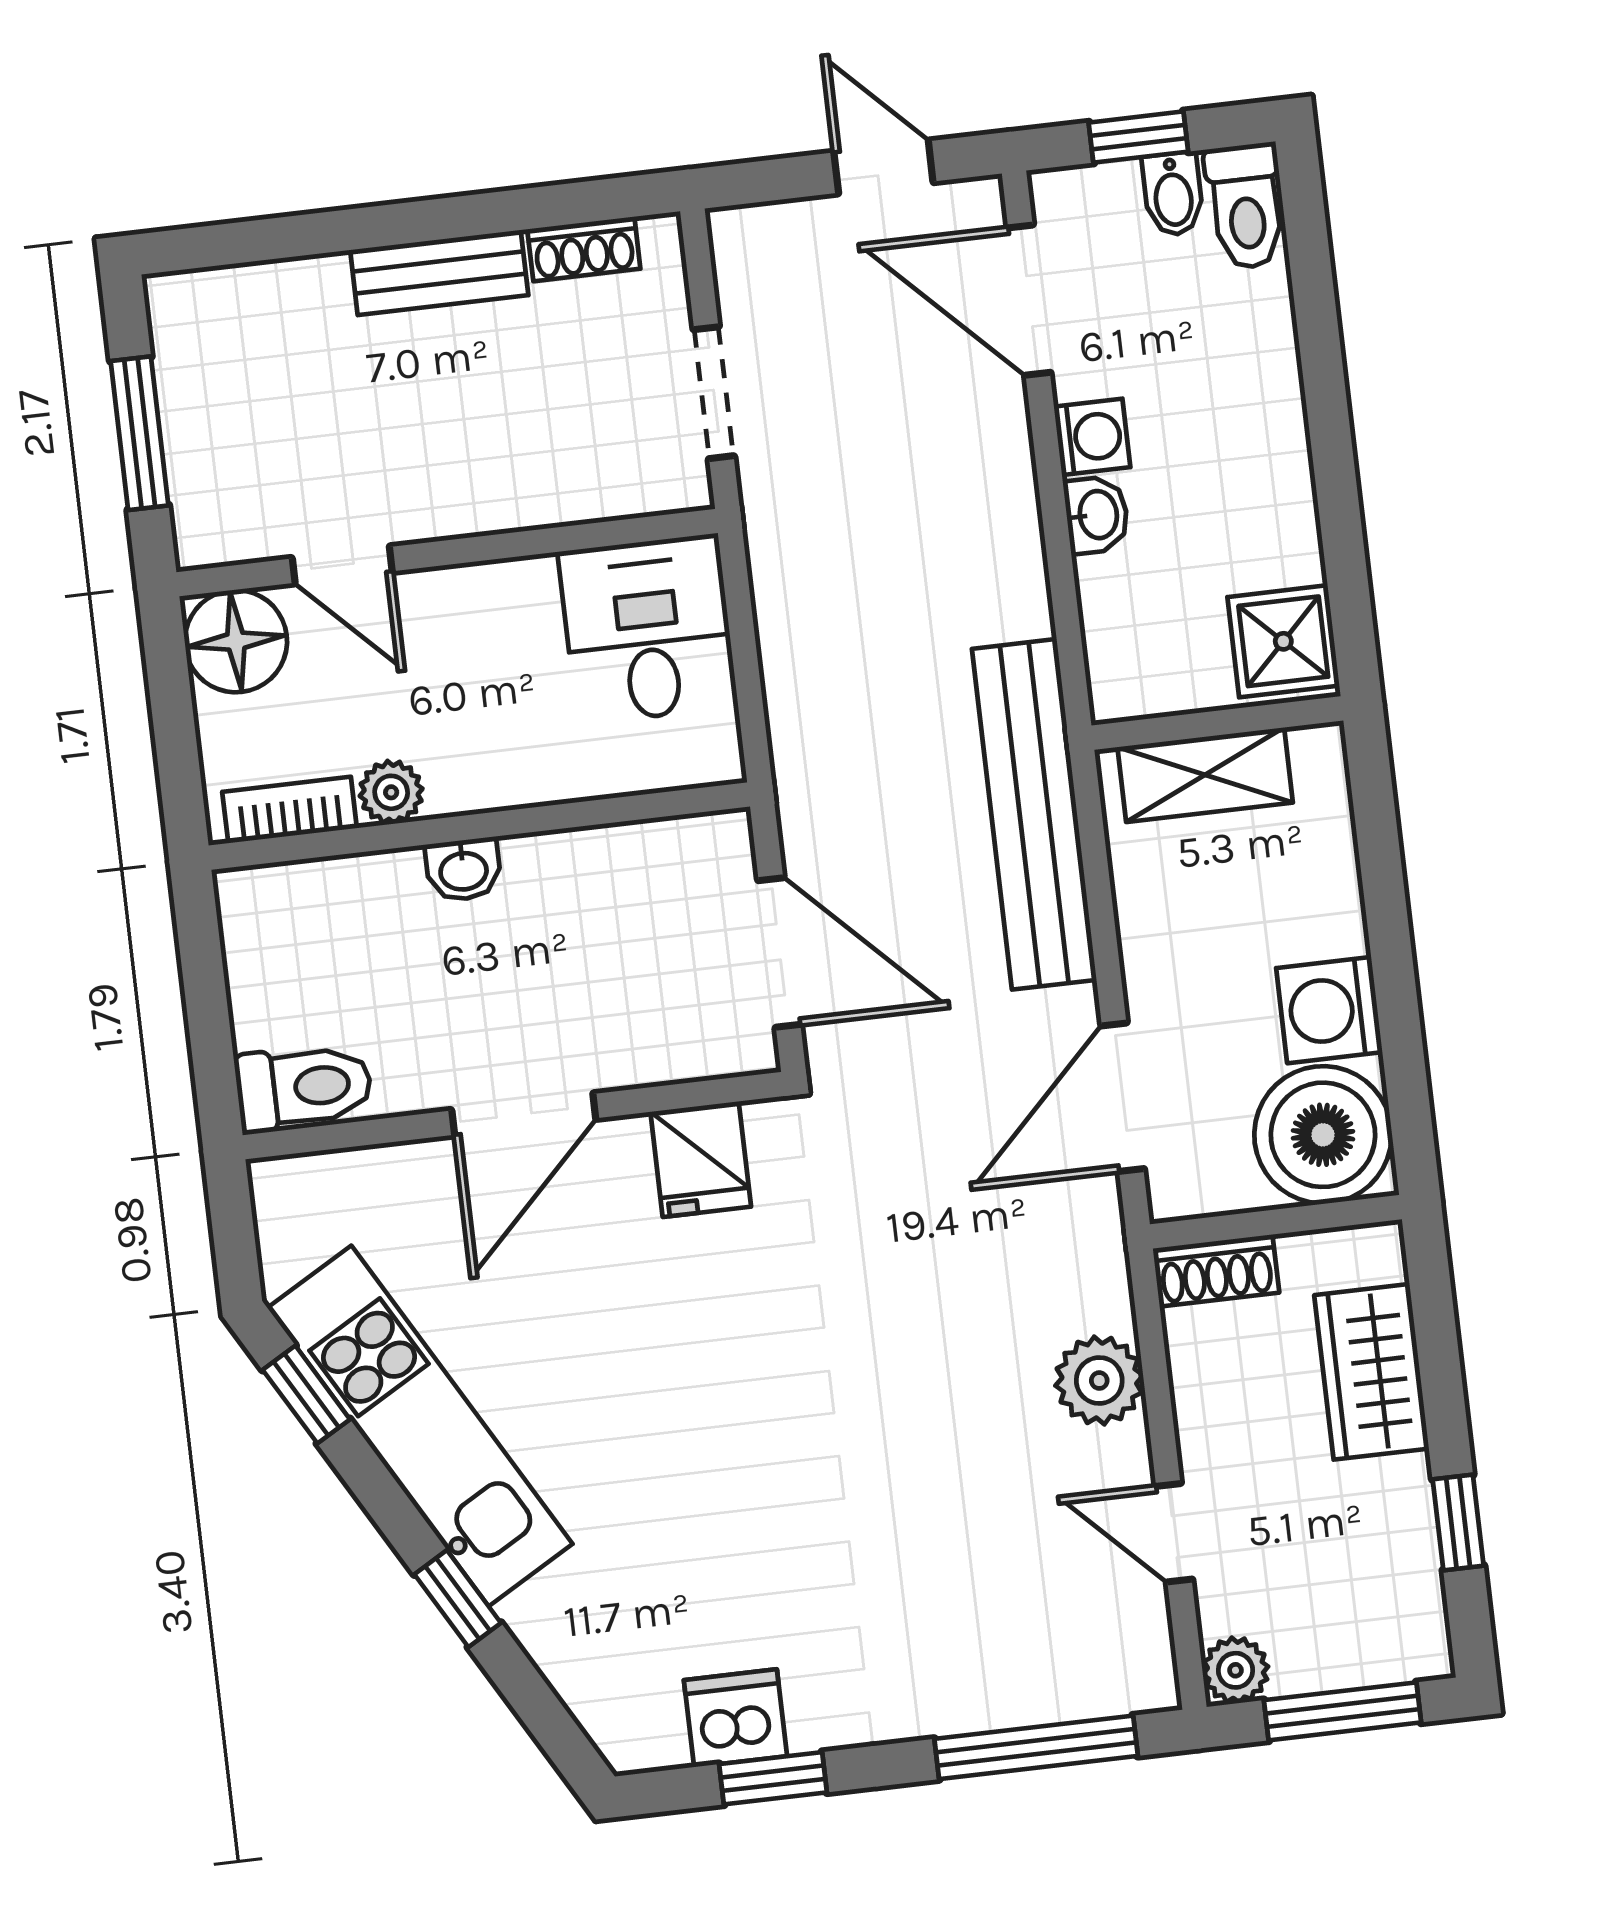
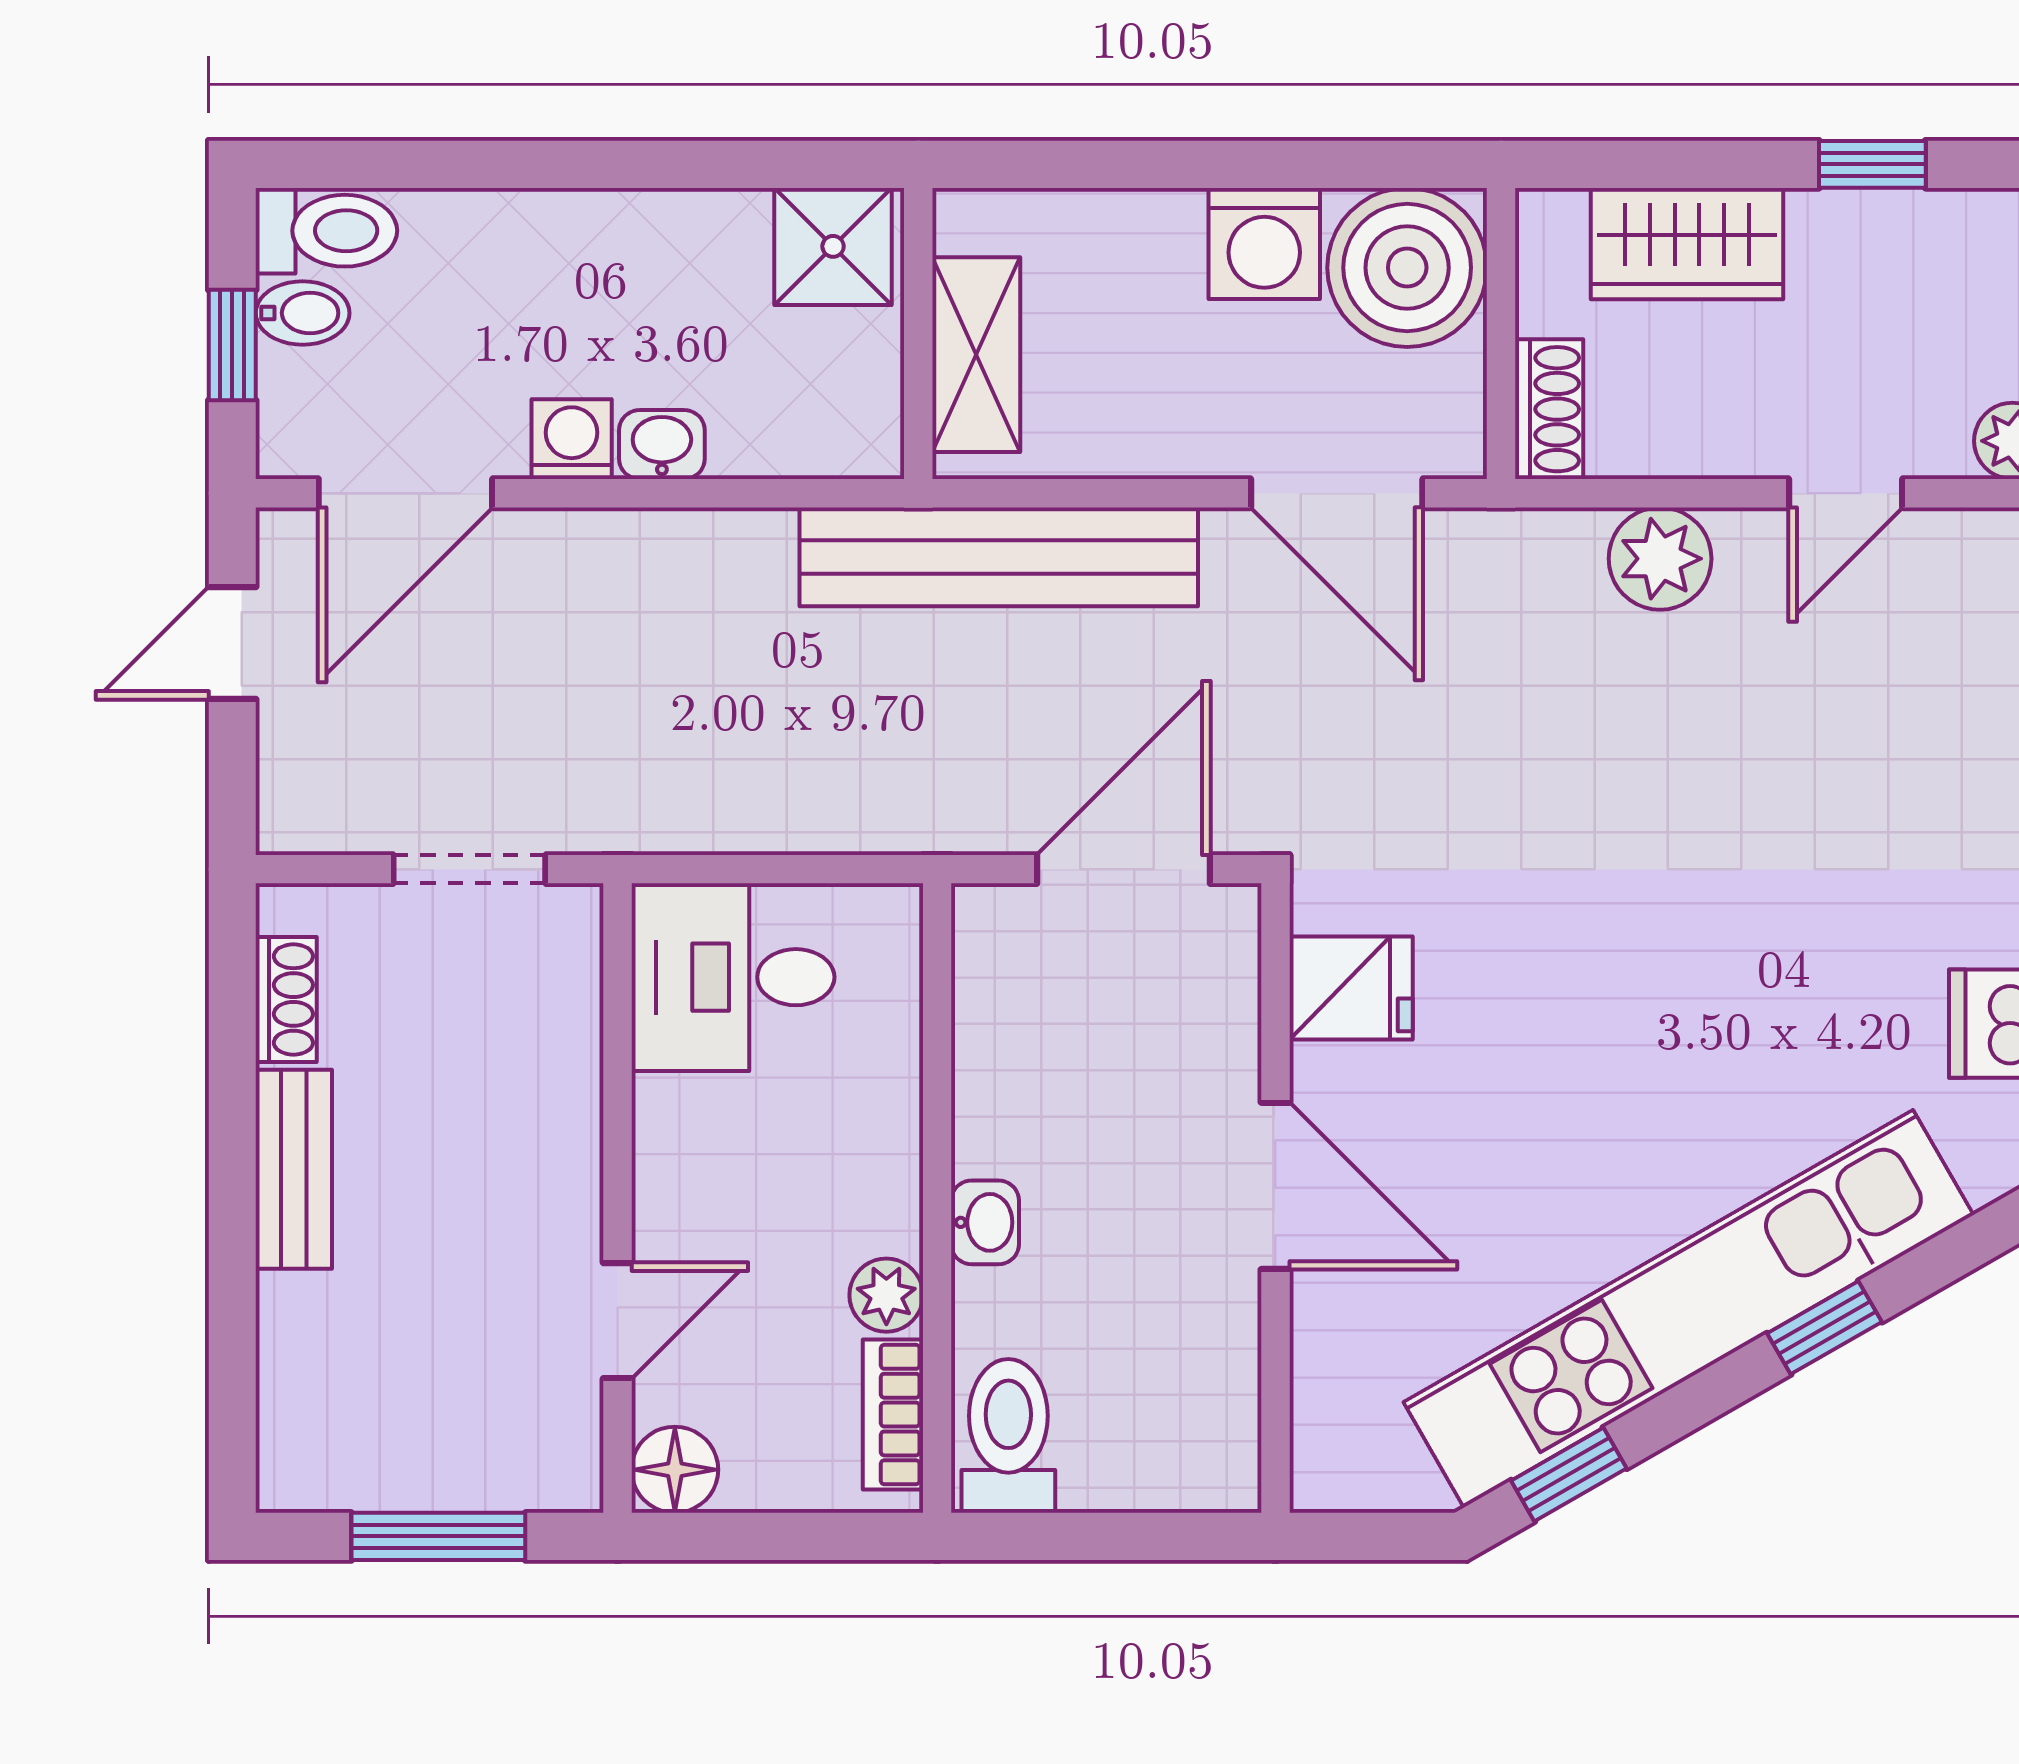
floor lamp: (236, 641) -> (675, 1470), width x0.73, depth x0.73
toilet: (304, 1087) -> (1008, 1436), moved
kitchen unit: (420, 1426) -> (1688, 1309), width x1.36

